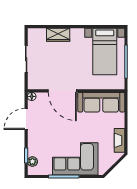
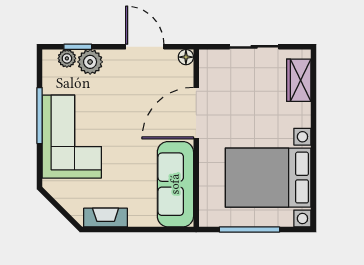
wardrobe: (58, 35) -> (299, 80), moved
bed with nightstands: (105, 51) -> (268, 178), width x1.36
plant: (34, 149) -> (90, 62), added

